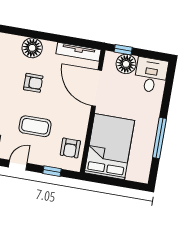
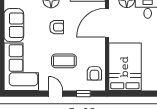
door: (97, 88) -> (107, 23), hinge flipped
door: (18, 165) -> (56, 94), hinge flipped

